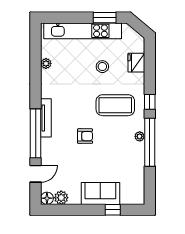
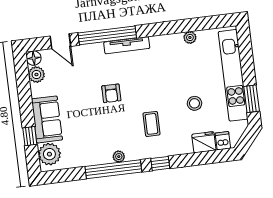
dishwasher: (137, 46) -> (223, 141), added
coffee table: (115, 105) -> (151, 124), width x0.54, depth x0.58
plant: (130, 195) -> (49, 154), added

